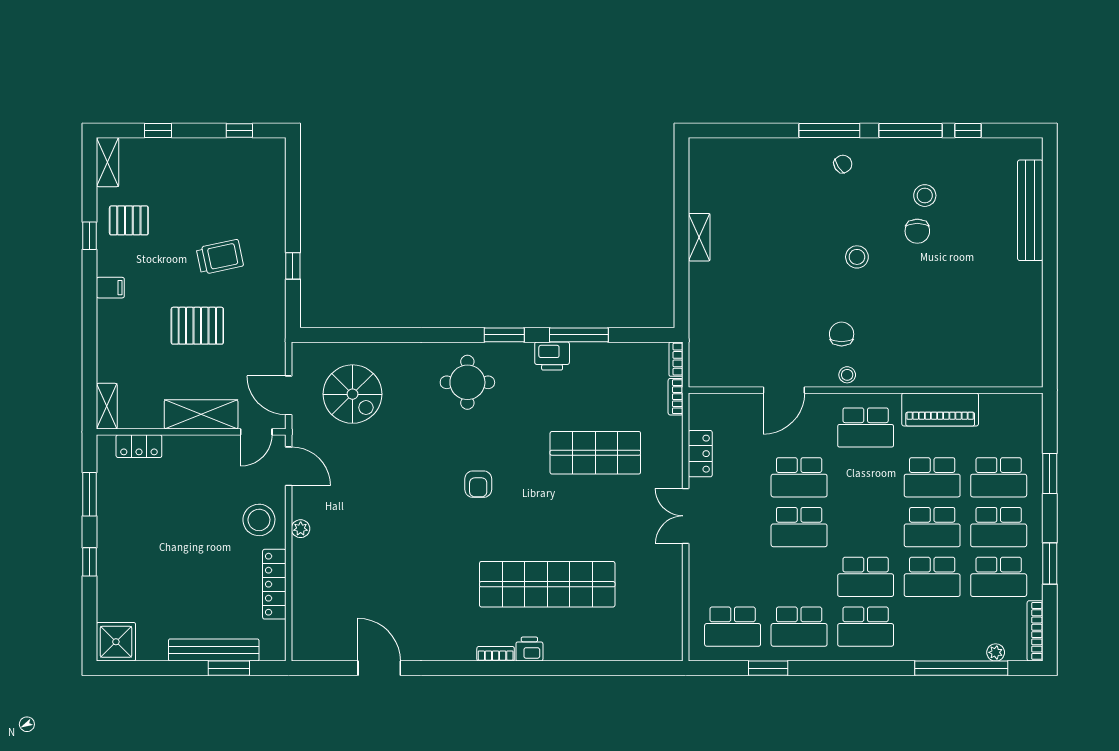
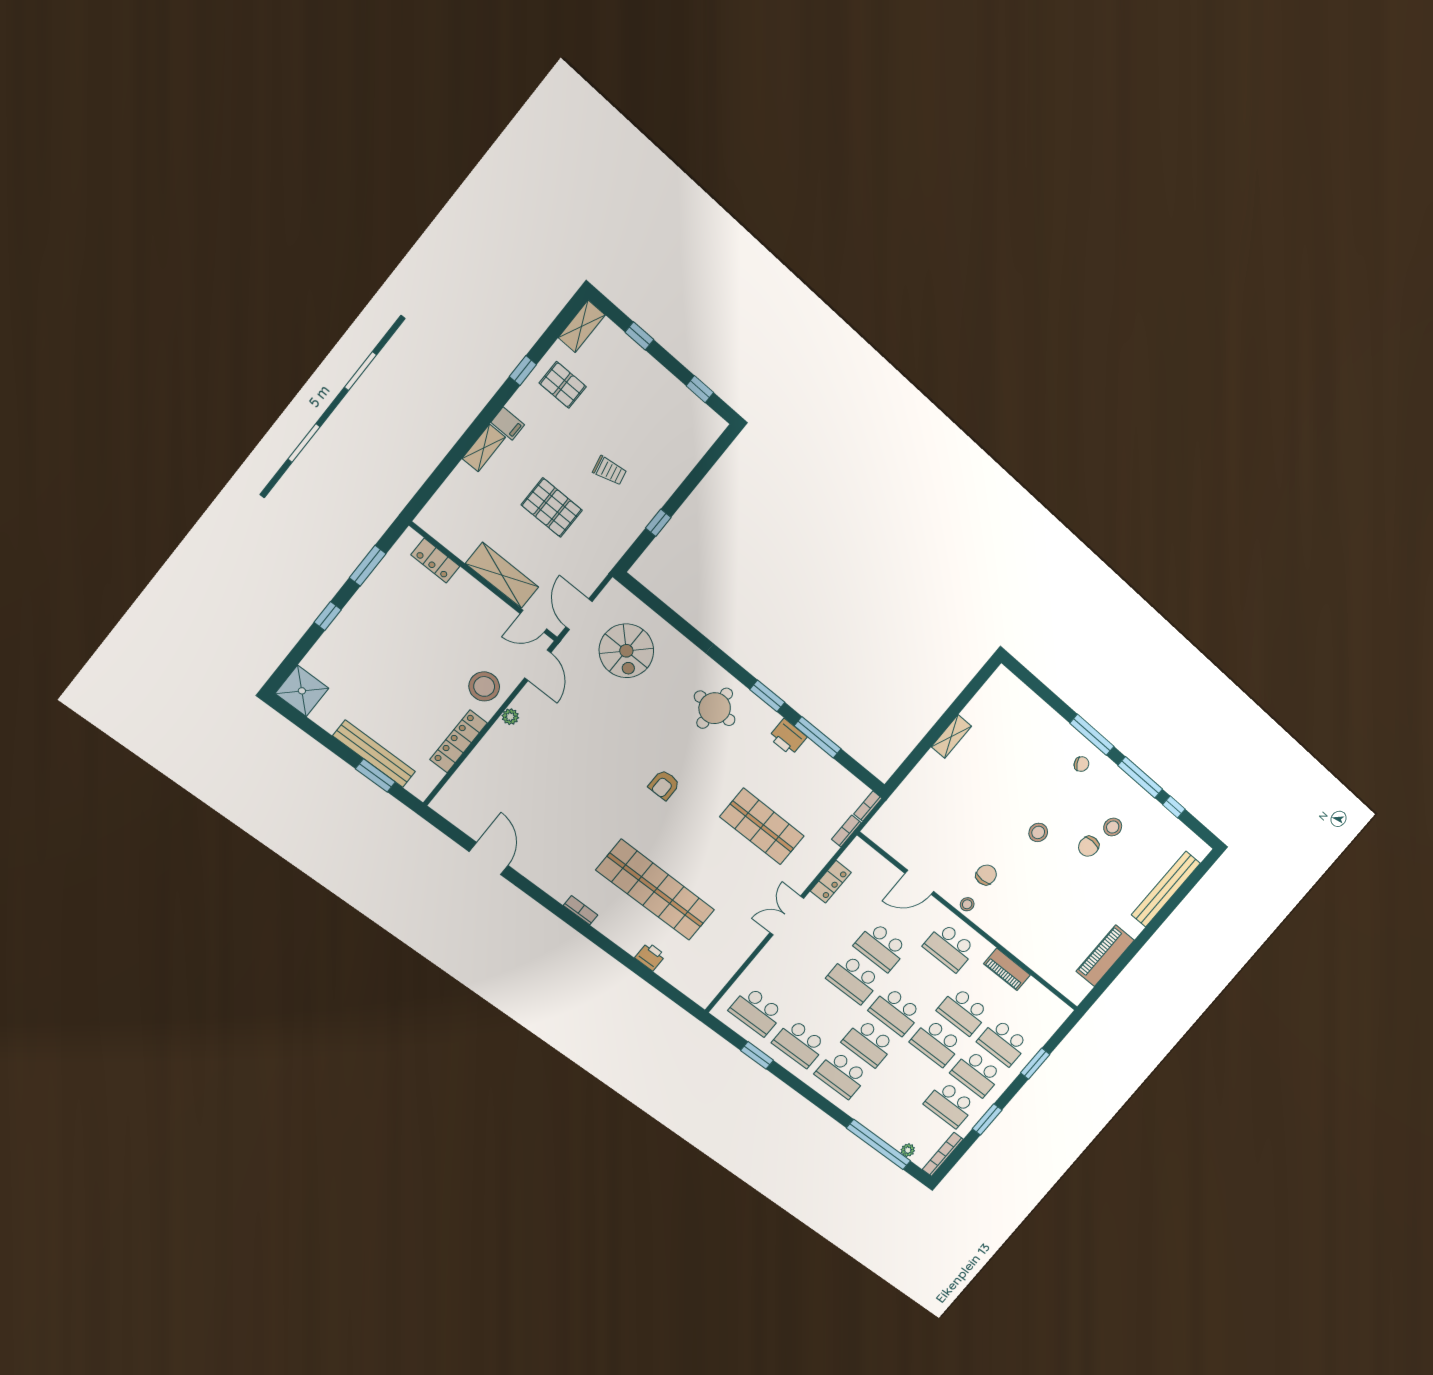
trolley: (220, 257) -> (610, 471), width x0.73, depth x0.72
piano: (1027, 318) -> (1105, 956), added
shelving: (107, 406) -> (484, 448), moved
piano: (940, 409) -> (1007, 969), width x0.73, depth x0.75
school desk: (932, 577) -> (895, 1011), moved
printer: (529, 649) -> (650, 957), moved

